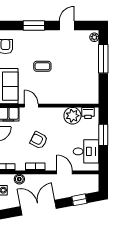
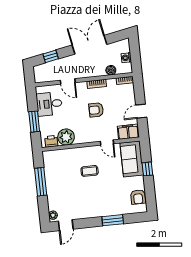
door: (67, 26) -> (66, 225), moved
window: (103, 59) -> (41, 182), moved
coffee table: (42, 66) -> (90, 171), moved
armchair: (39, 140) -> (96, 110), turned 153
double door: (38, 208) -> (90, 45), swing flipped

